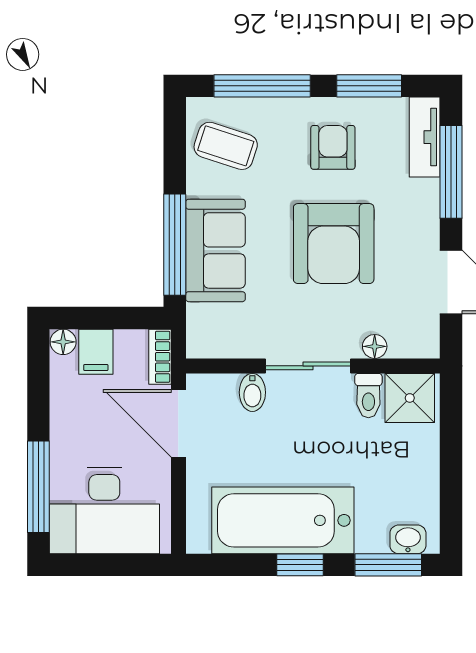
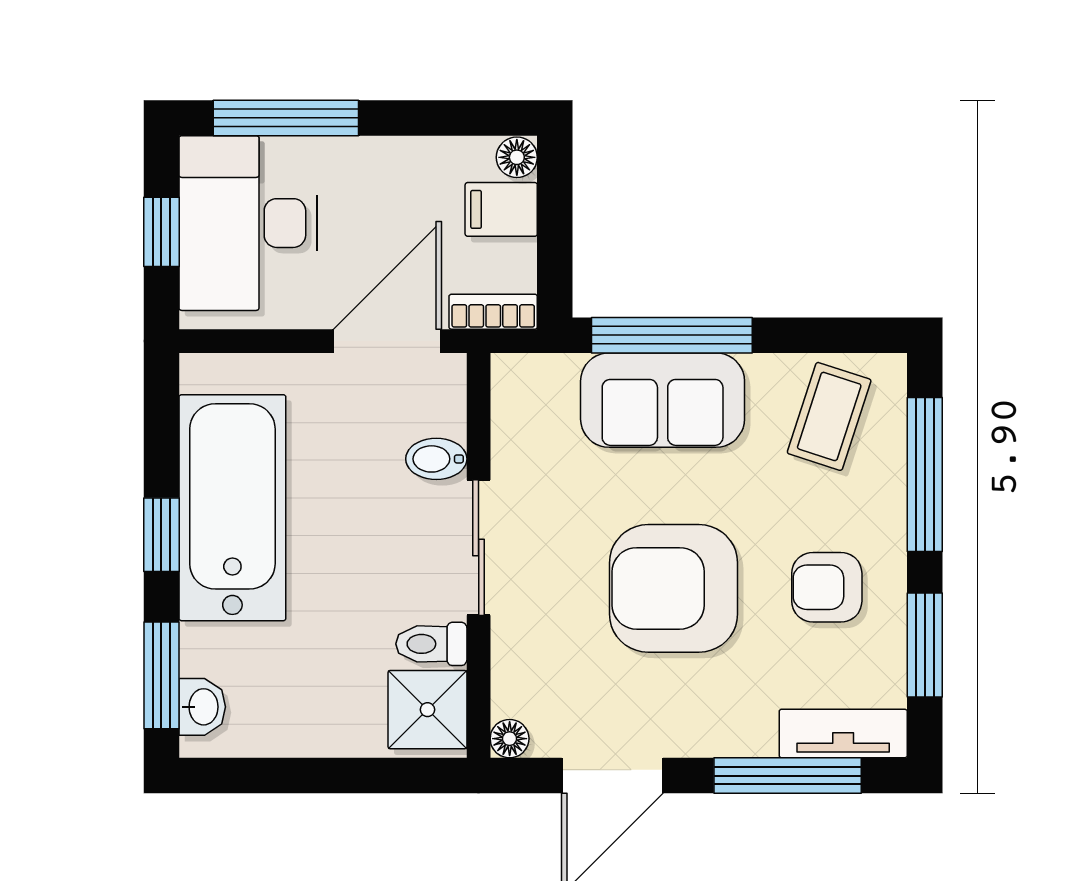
armchair: (333, 147) -> (827, 587), turned 180
floor lamp: (375, 346) -> (510, 739), moved
window: (110, 565) -> (161, 232), added

